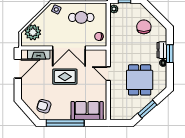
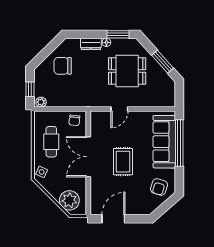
double door: (69, 48) -> (88, 157), swing flipped
fireplace: (39, 54) -> (96, 193), removed
window: (170, 54) -> (118, 34), moved
door: (18, 69) -> (113, 219), hinge flipped
sofa: (87, 111) -> (164, 142), width x1.36
window: (65, 123) -> (179, 143), moved

